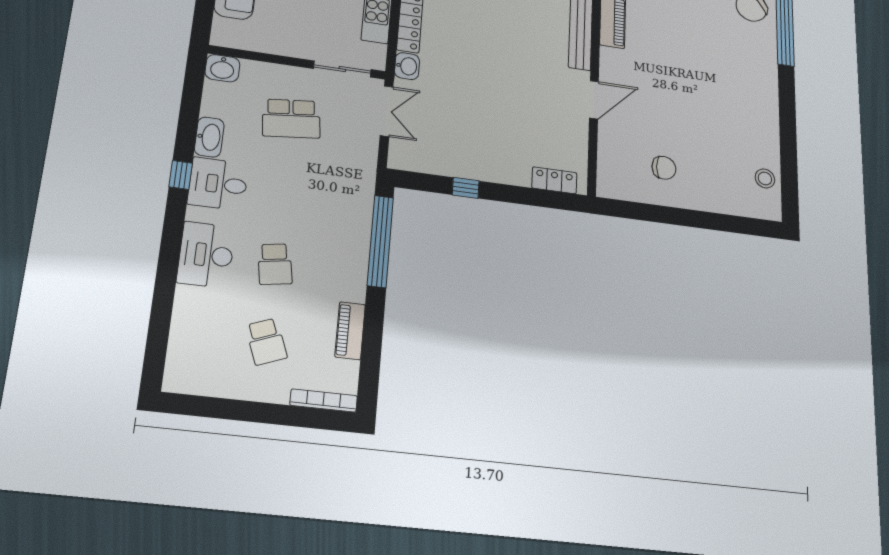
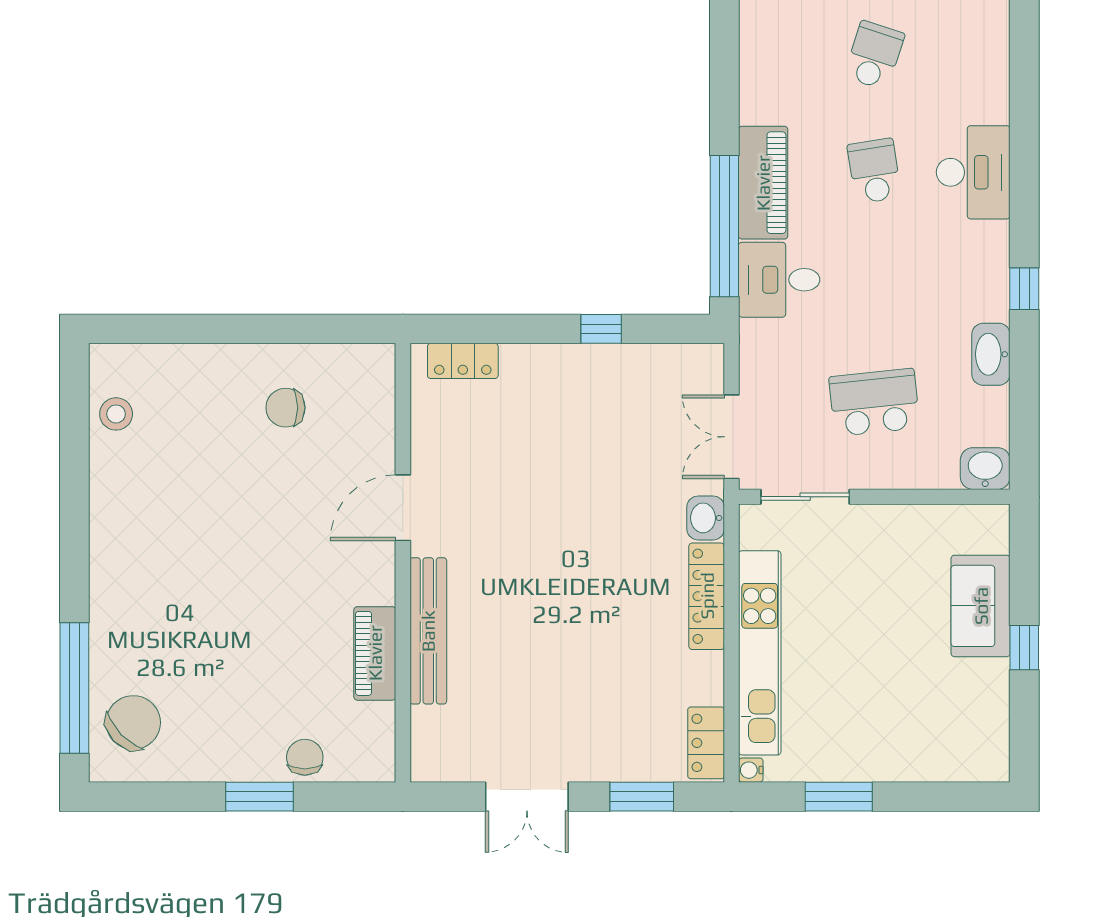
desk: (218, 184) -> (779, 280), moved, turned 180
piano: (350, 331) -> (763, 183), moved, width x1.37, depth x1.33
school desk: (266, 342) -> (874, 55), turned 39

